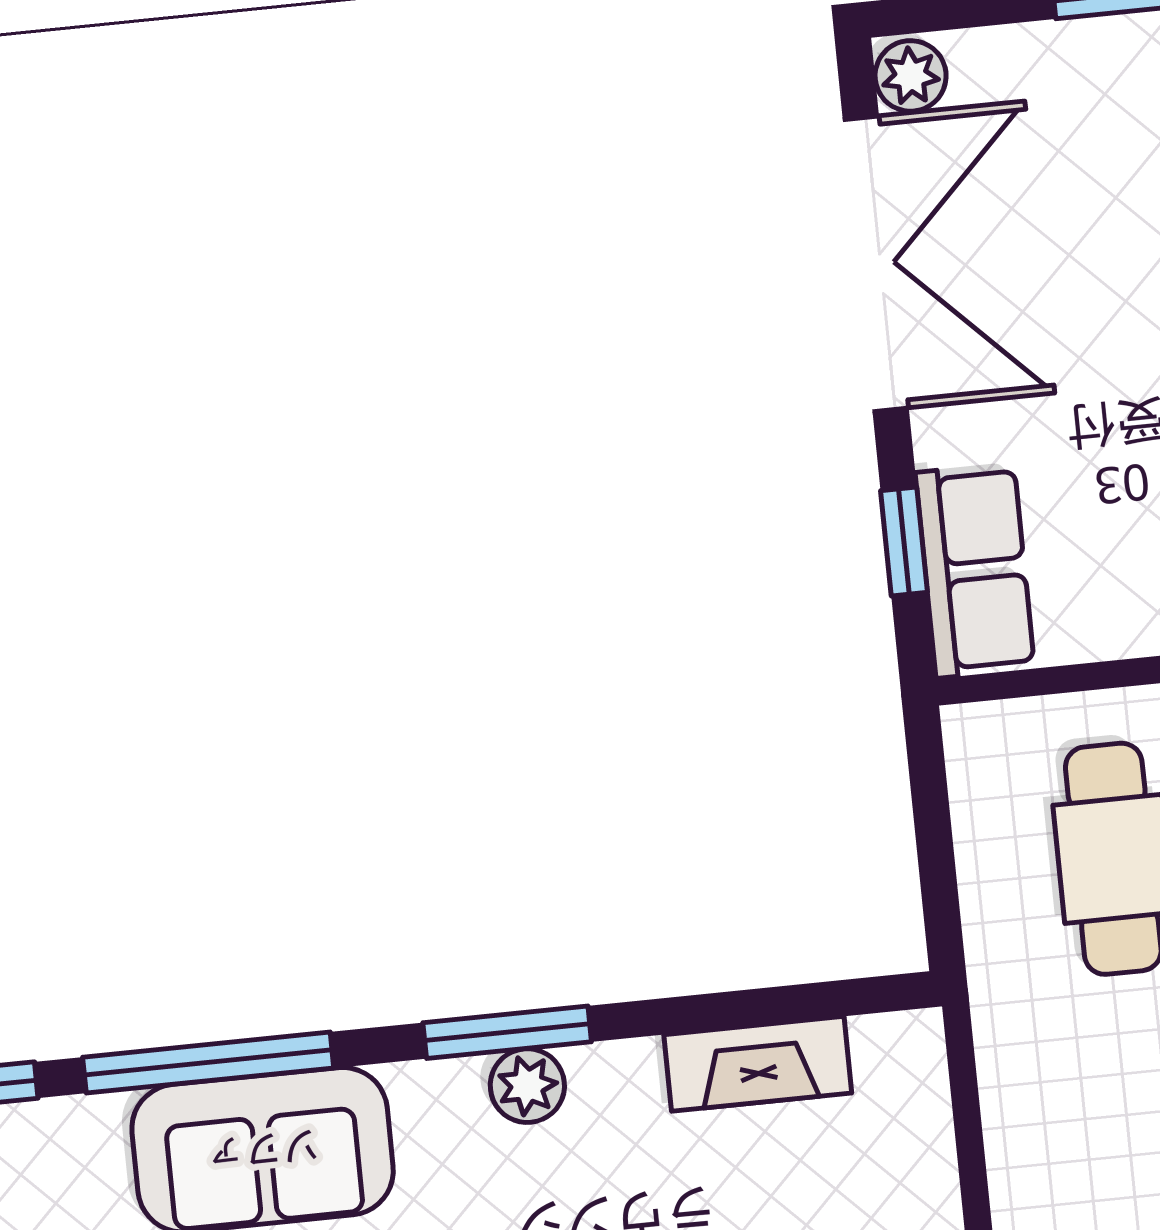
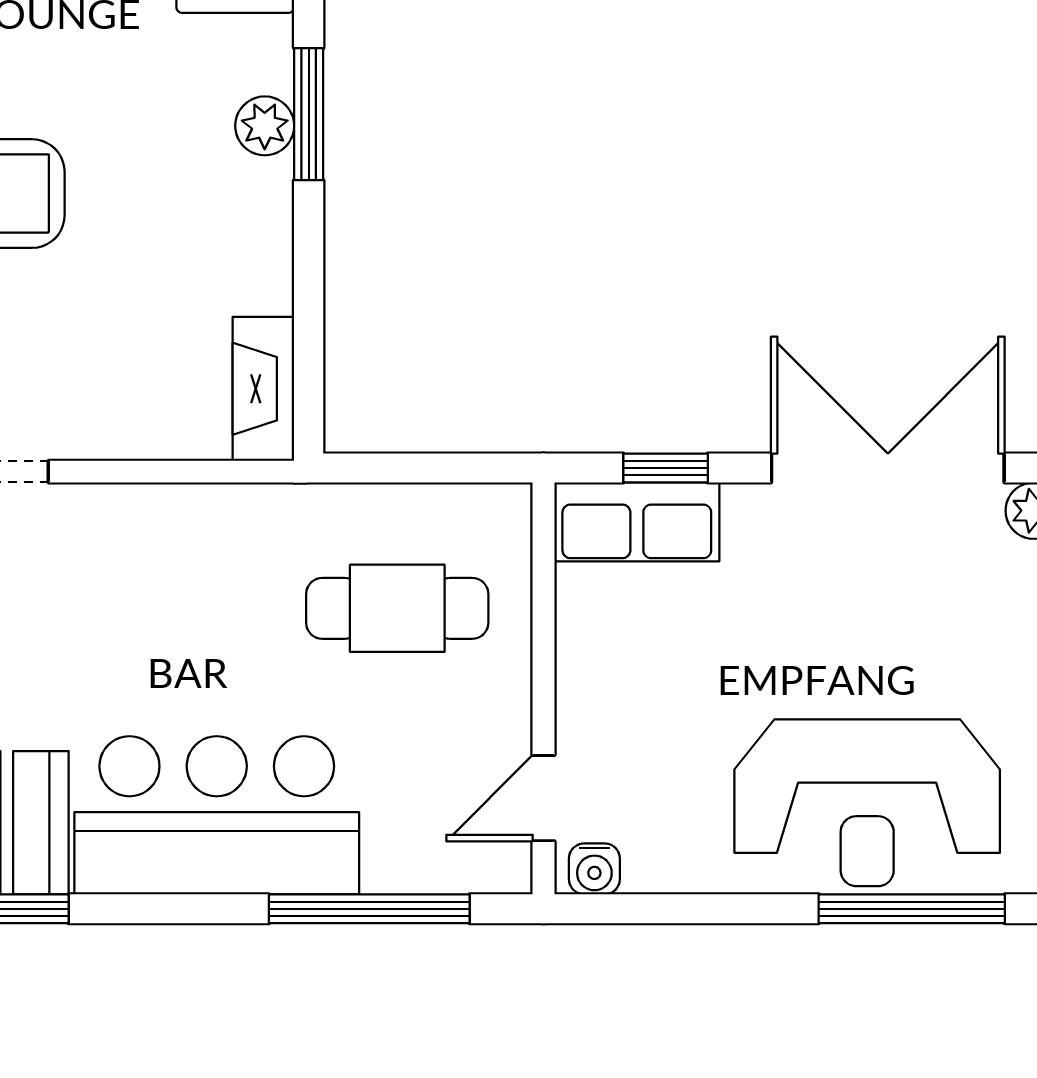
double door: (876, 264) -> (888, 468), swing flipped
fireplace: (758, 1064) -> (263, 389), moved

